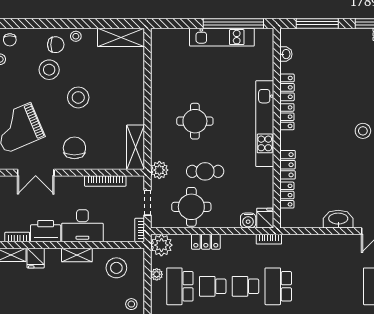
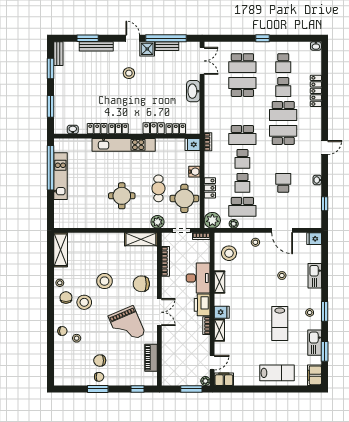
window: (317, 23) -> (50, 106), width x0.69
water cooler: (248, 220) -> (194, 172), moved
school desk: (344, 286) -> (242, 87), added

